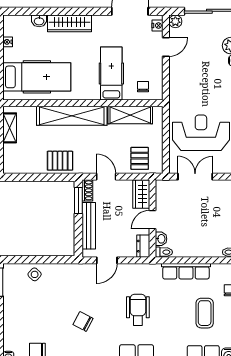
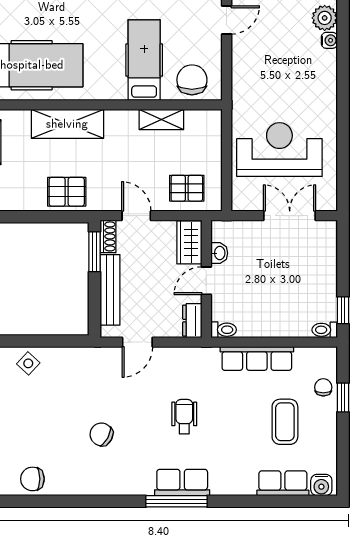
chair: (143, 87) -> (192, 80), width x1.87, depth x1.87
shelving: (130, 115) -> (161, 119), width x0.67, depth x0.75
shelving: (72, 116) -> (67, 124), width x0.68
pallet: (140, 158) -> (187, 188), turned 90
double door: (195, 177) -> (290, 216), moved
washbasin: (161, 239) -> (219, 253), moved
wheelchair: (138, 310) -> (184, 417), width x0.73, depth x0.73

